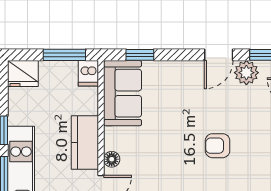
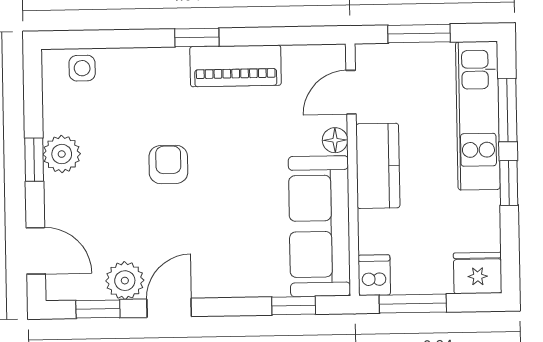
sofa: (123, 93) -> (319, 226), width x1.36
armchair: (218, 146) -> (168, 164), turned -90

